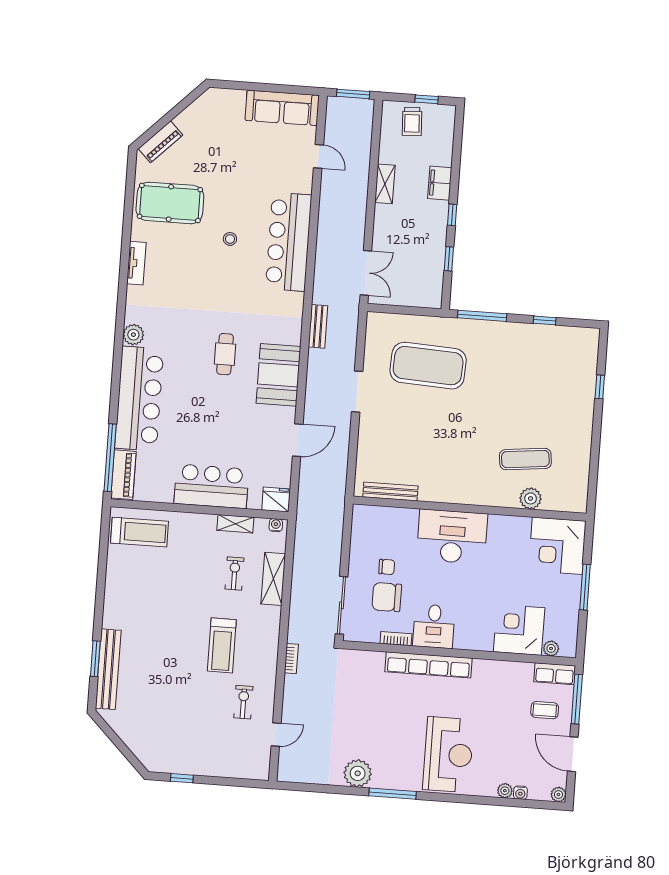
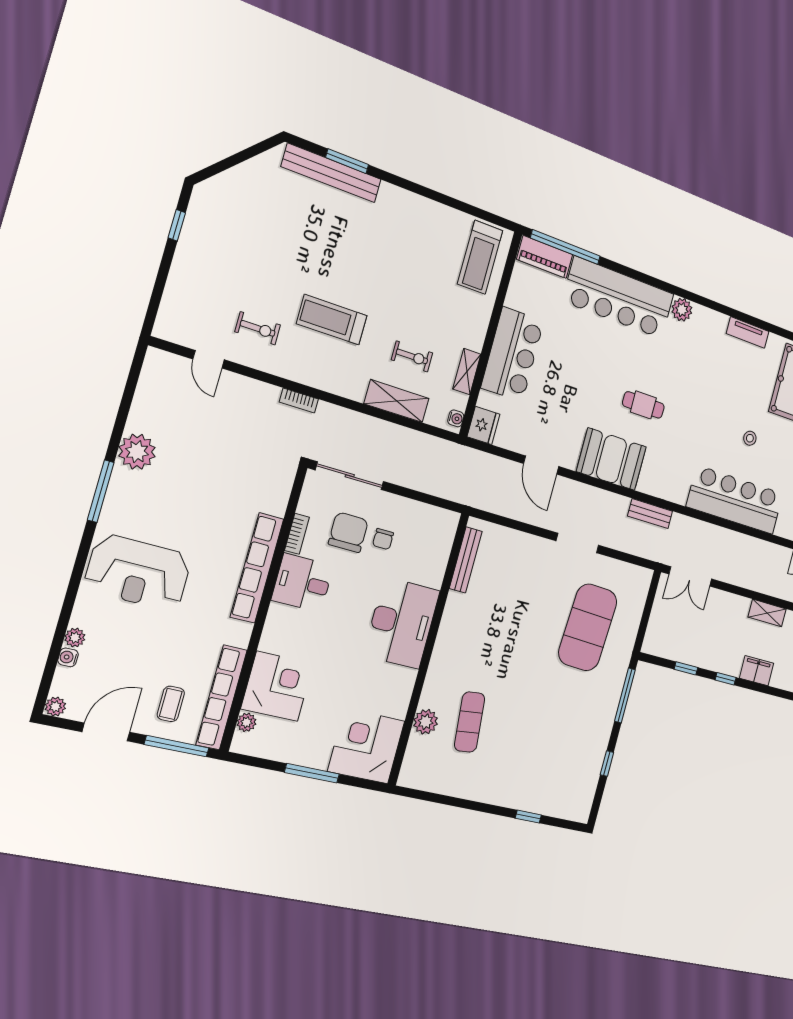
row of seats: (555, 674) -> (222, 697), width x2.02

